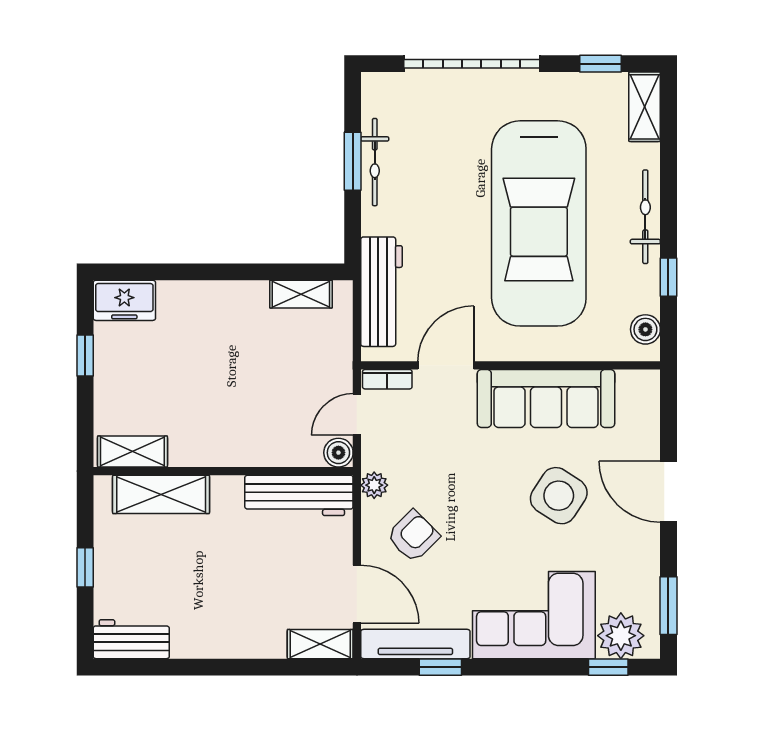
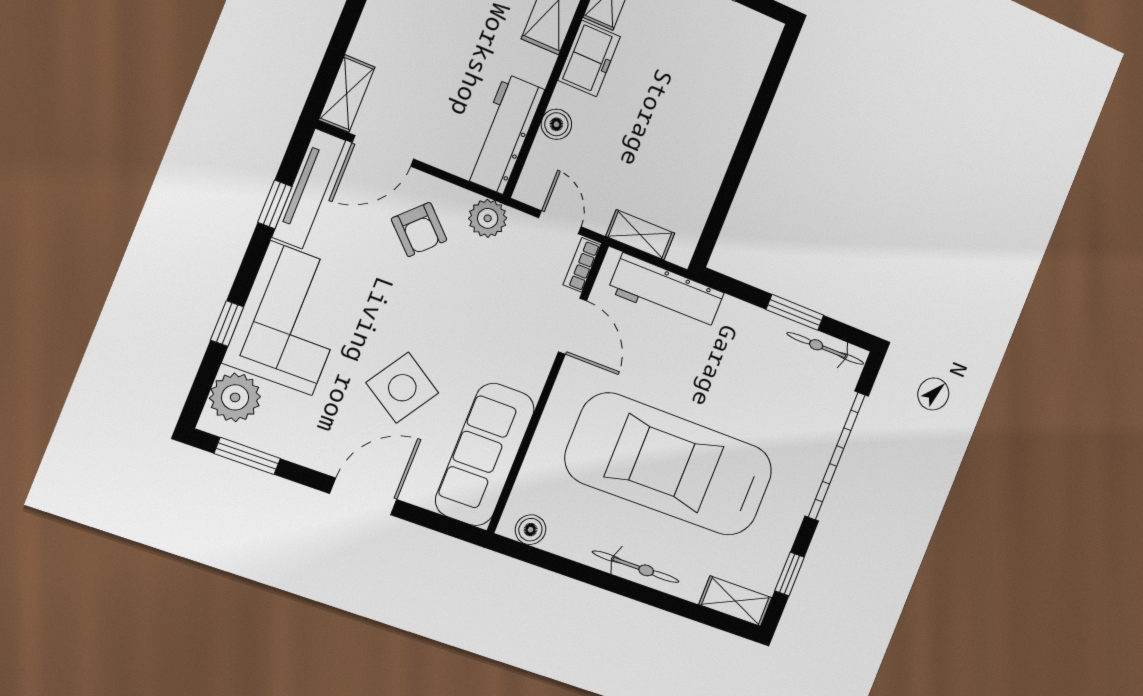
bicycle: (375, 162) -> (825, 348), moved
window: (668, 277) -> (571, 569), removed
shelving: (301, 294) -> (640, 235), moved, turned 90
freezer: (124, 300) -> (589, 58), moved, turned 180
sofa: (546, 398) -> (485, 455), moved
boiler: (338, 453) -> (556, 124), moved
plant: (374, 485) -> (488, 218), width x1.38, depth x1.38
window: (608, 667) -> (227, 324), moved

